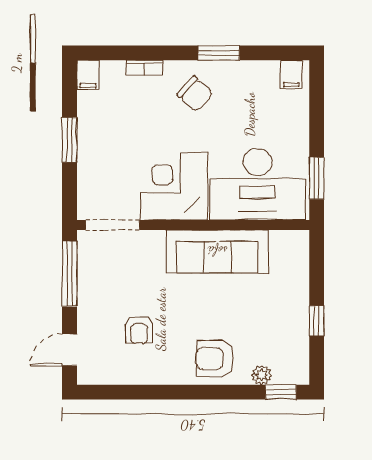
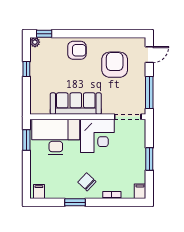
armchair: (139, 330) -> (115, 65), width x1.88, depth x1.88
plant: (262, 375) -> (35, 42), moved

